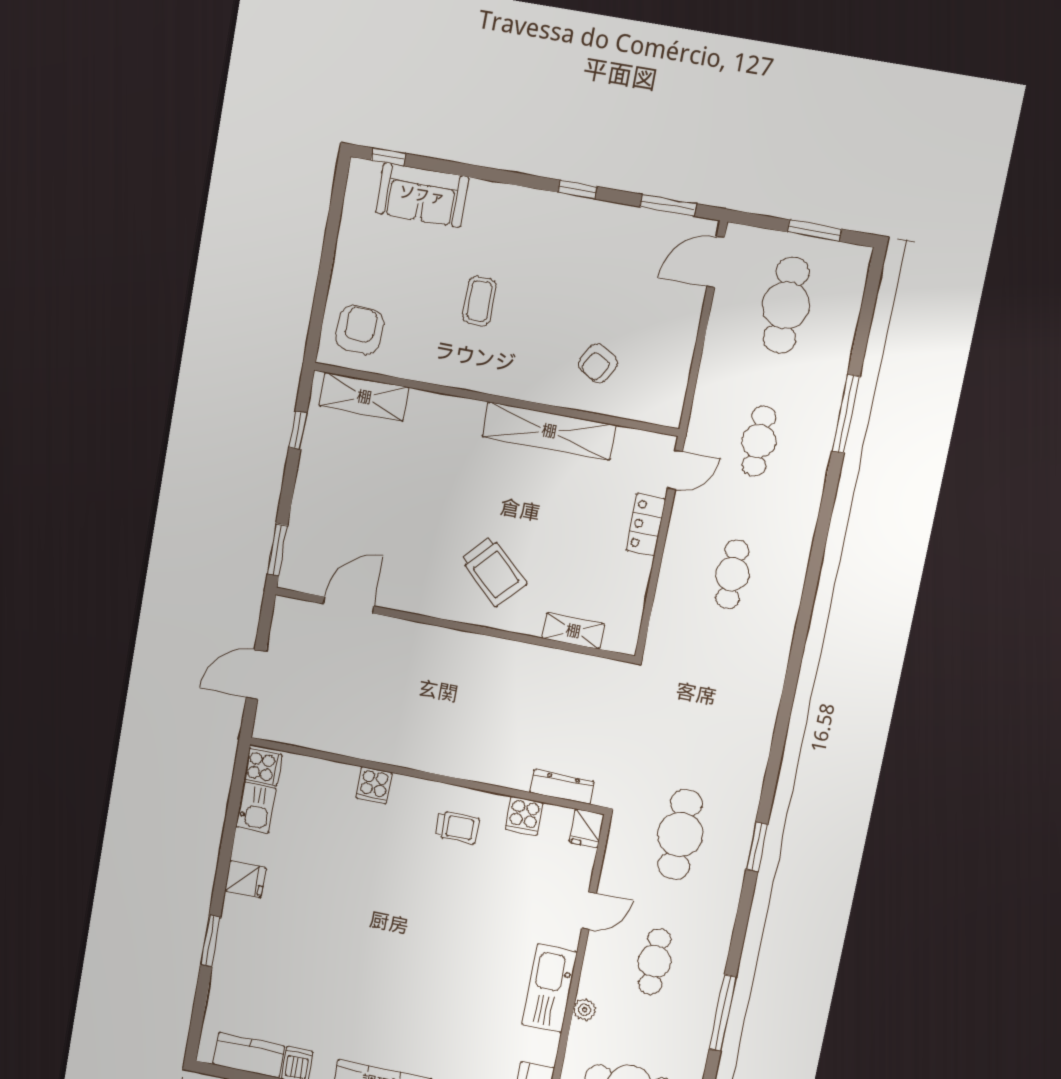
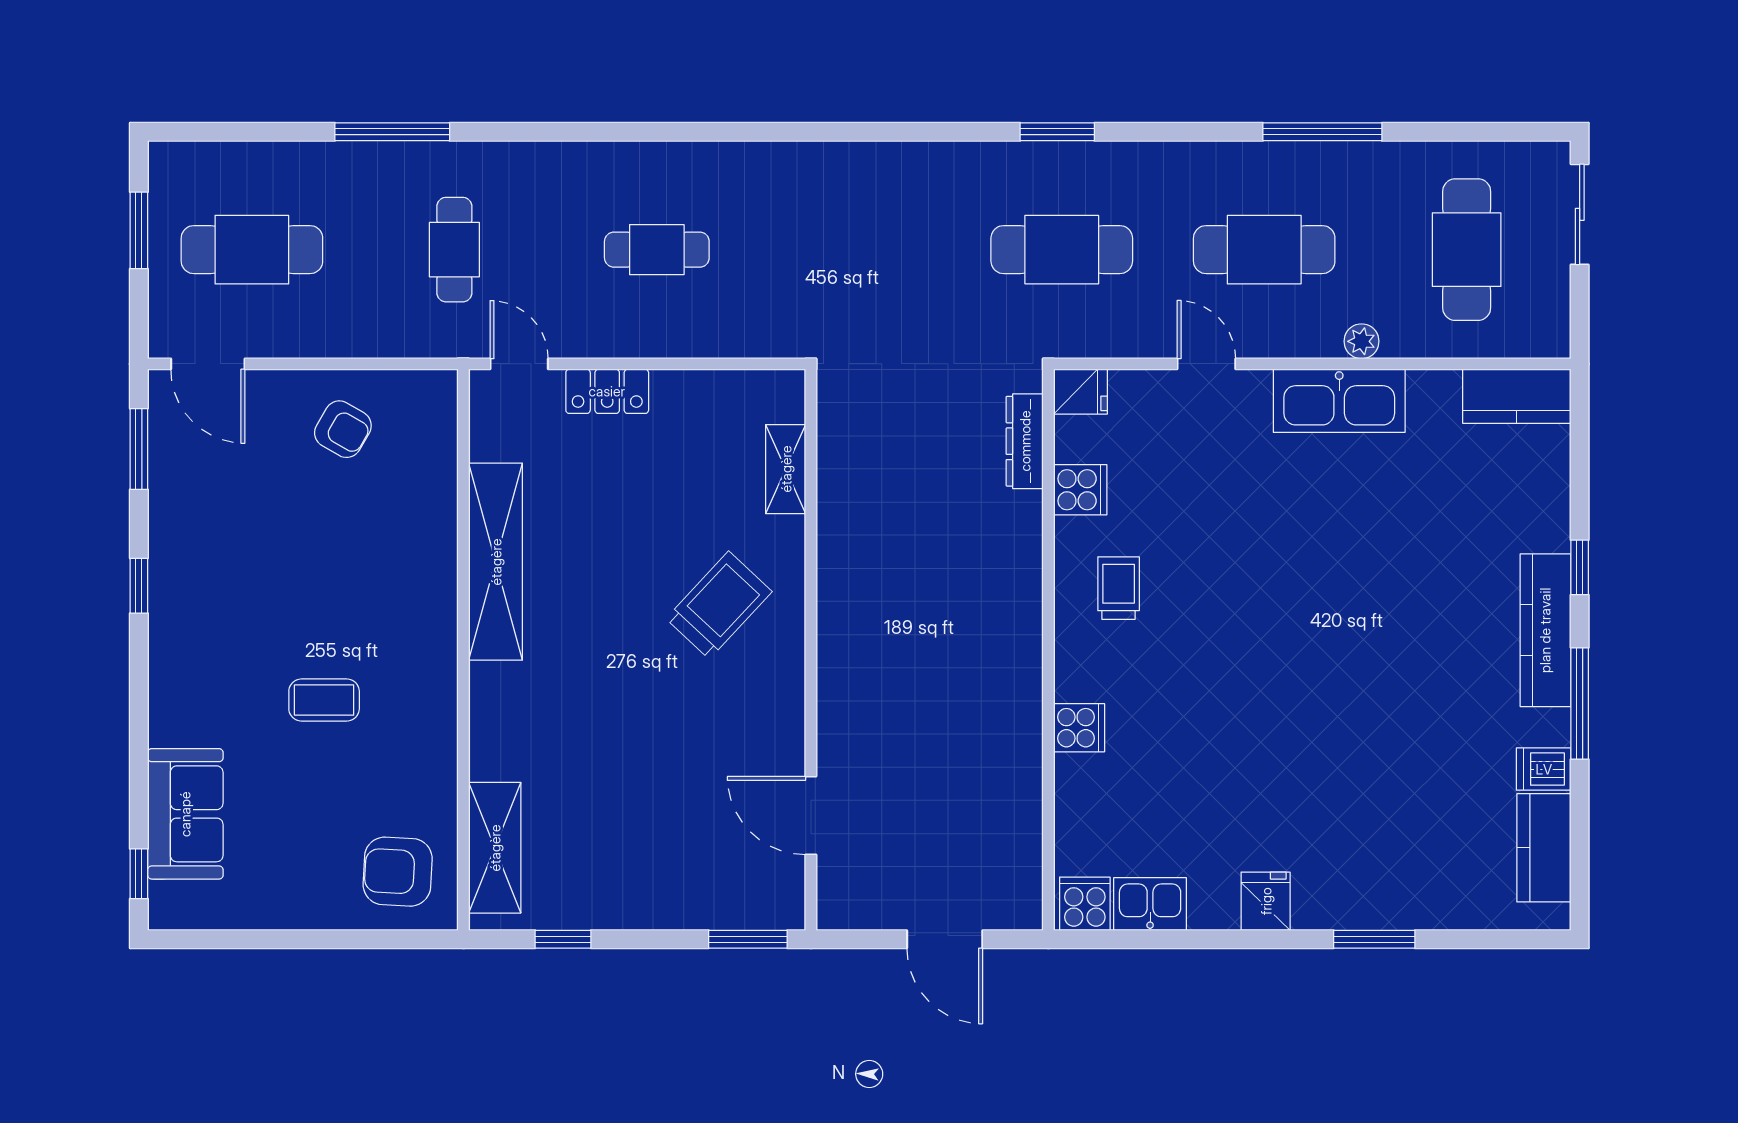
armchair: (598, 363) -> (343, 429), moved
cafe table: (759, 441) -> (454, 250), turned 90
cafe table: (655, 961) -> (1264, 250), width x1.37, depth x1.35

